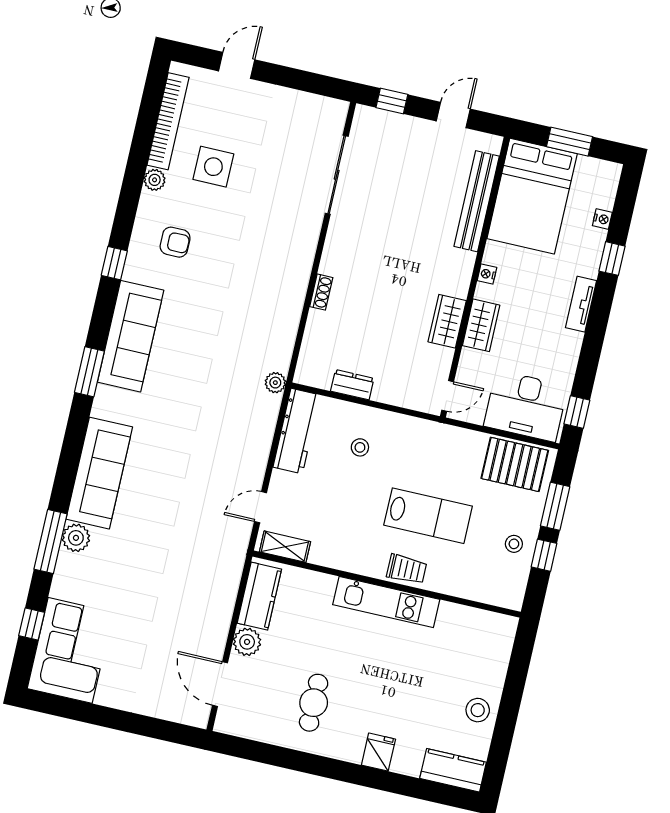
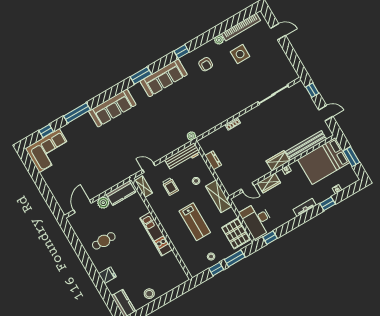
wardrobe: (447, 321) -> (278, 161), moved
door: (448, 396) -> (247, 187), moved
shelving: (423, 434) -> (219, 196), added
plant: (76, 538) -> (86, 120), removed
trolley: (407, 569) -> (170, 186), moved

